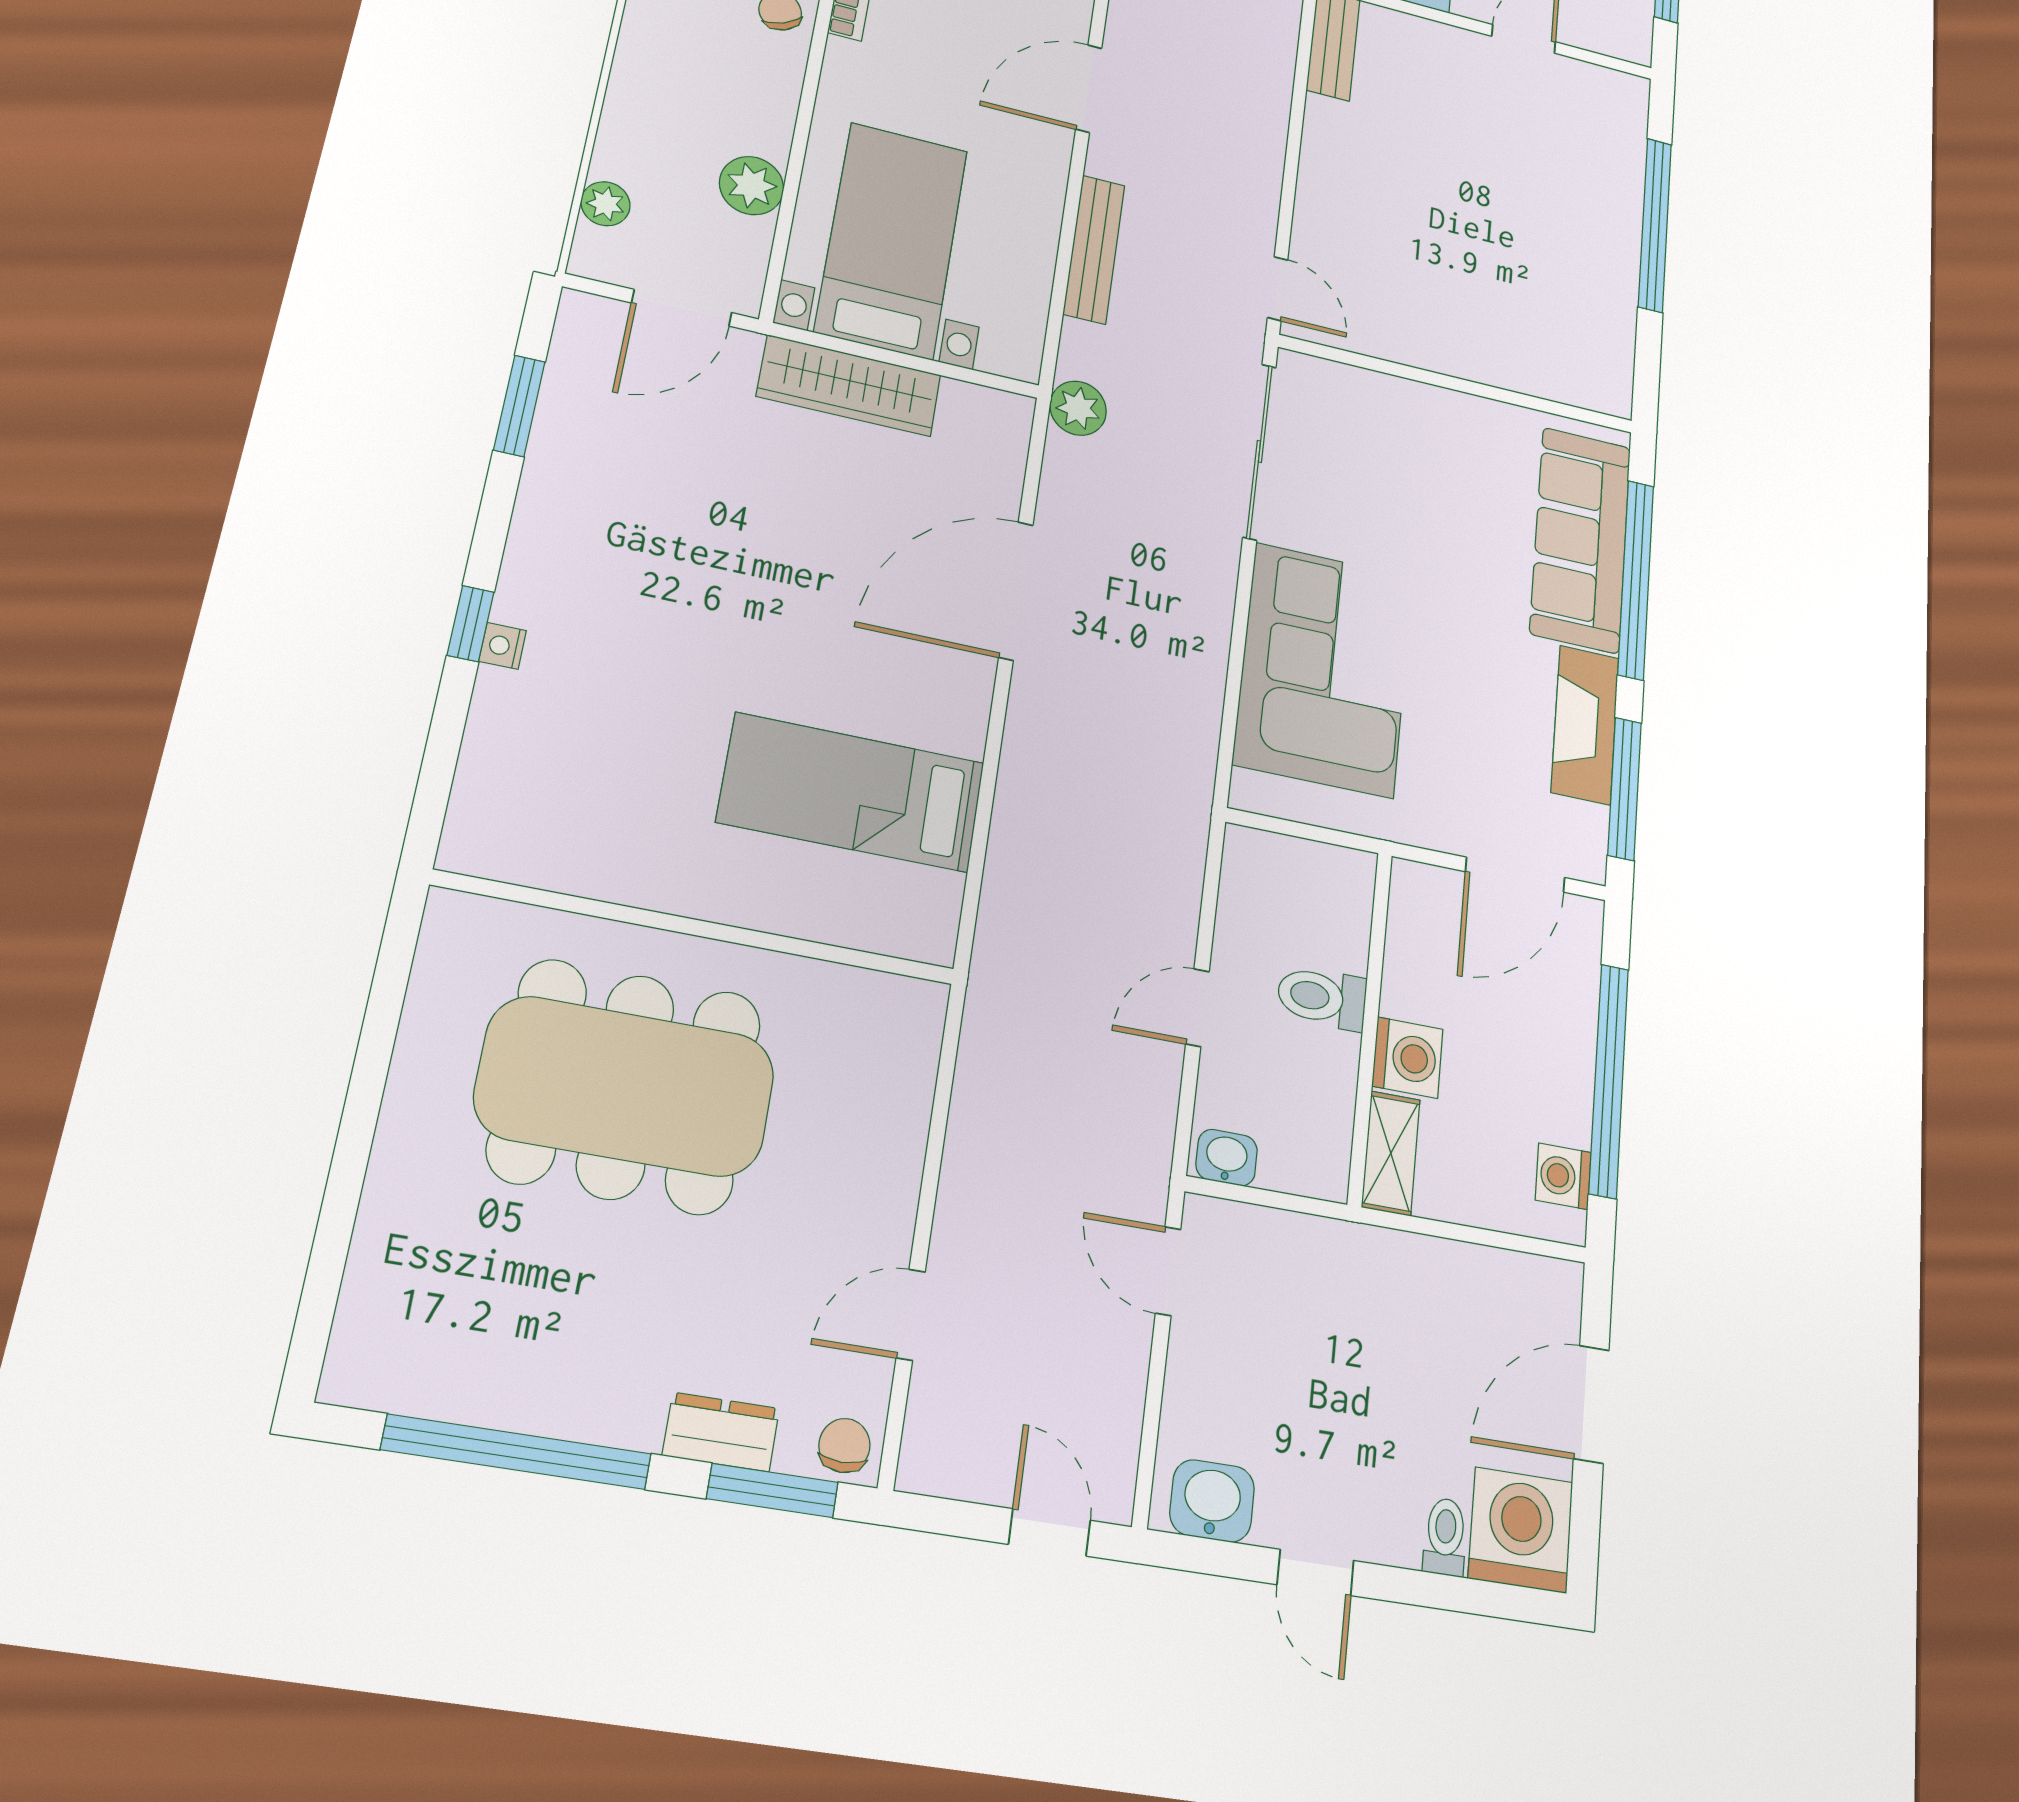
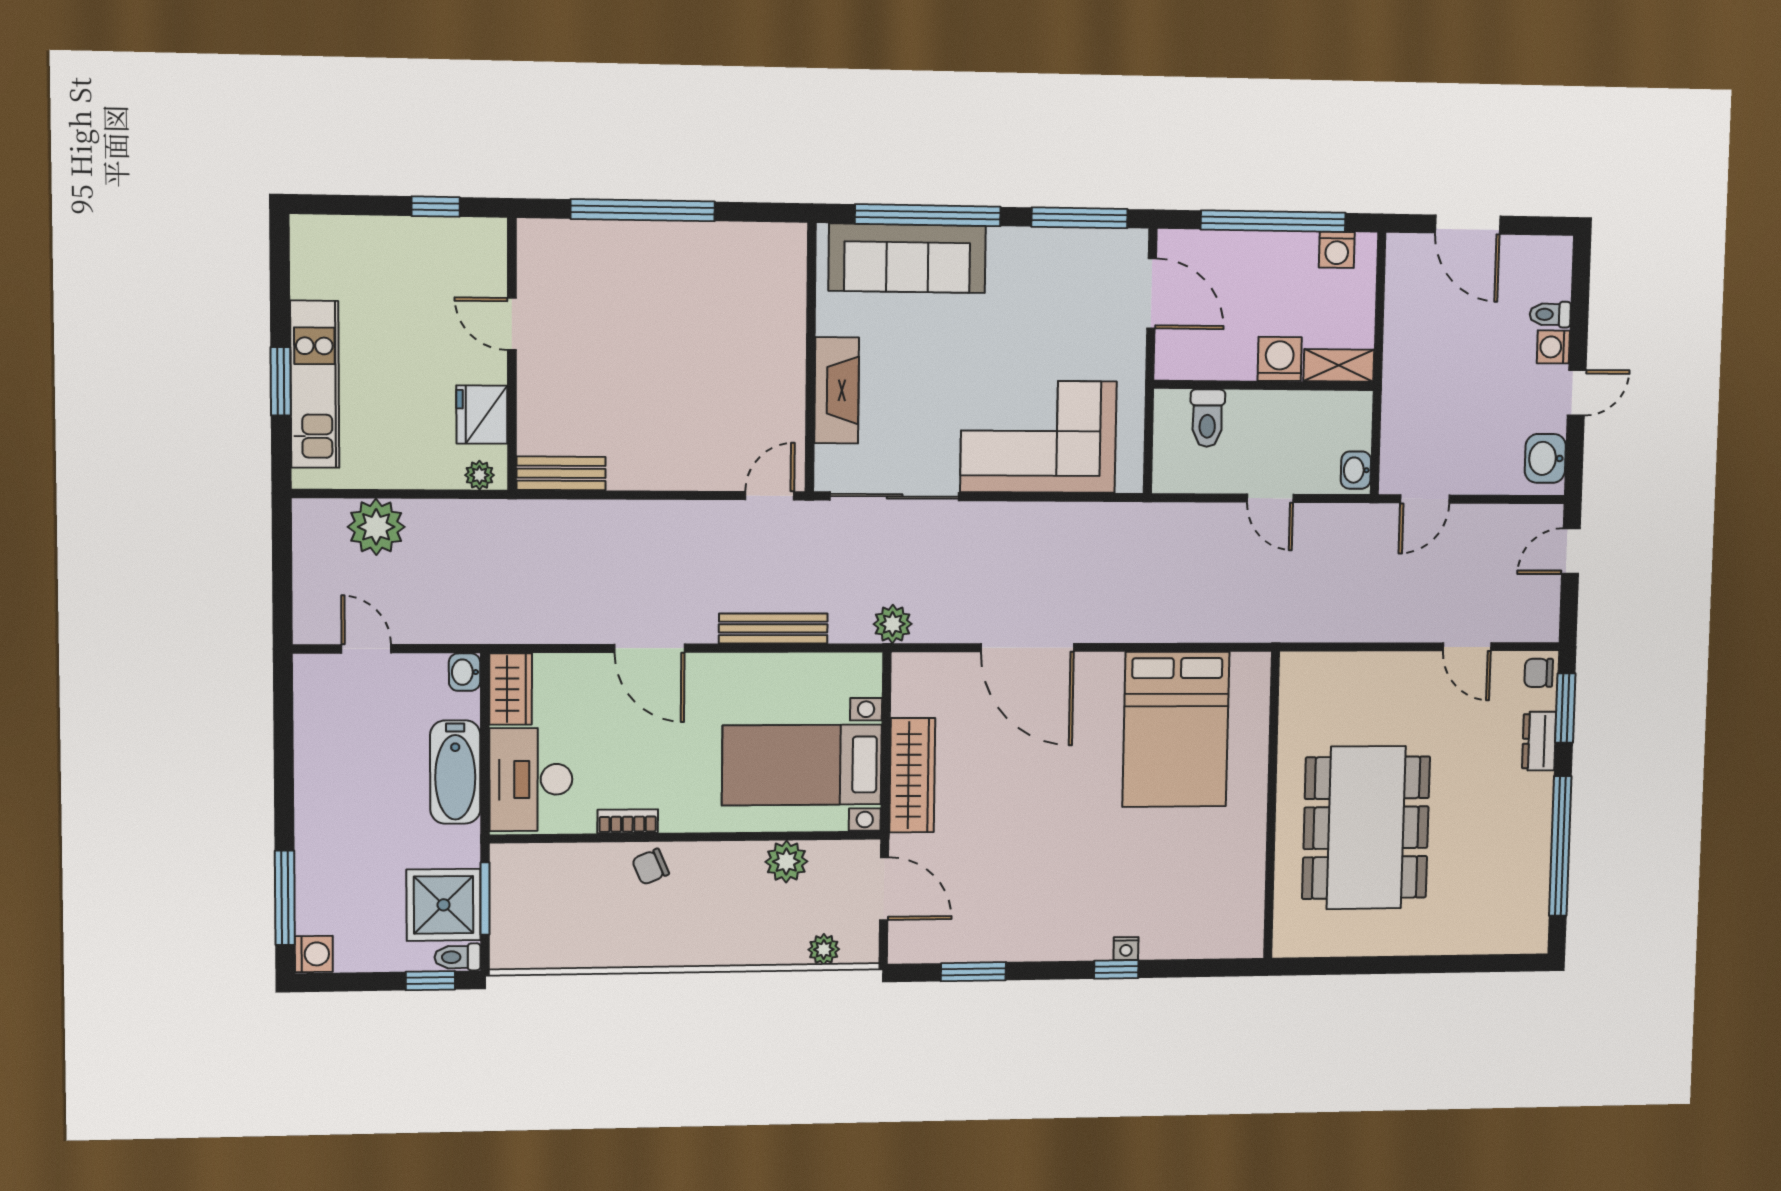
fireplace: (1585, 725) -> (837, 390), moved, turned -90
bed: (852, 792) -> (1176, 729), width x1.50
toilet: (1322, 998) -> (1207, 418), moved
washing machine: (1521, 1530) -> (1553, 347), moved, width x0.53, depth x0.53

